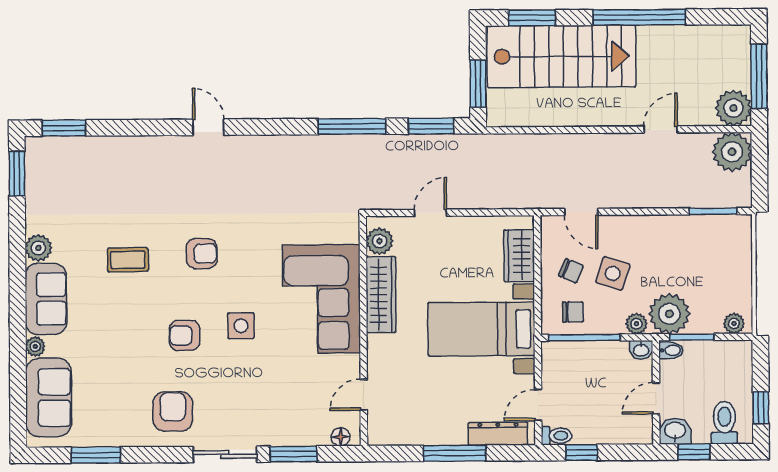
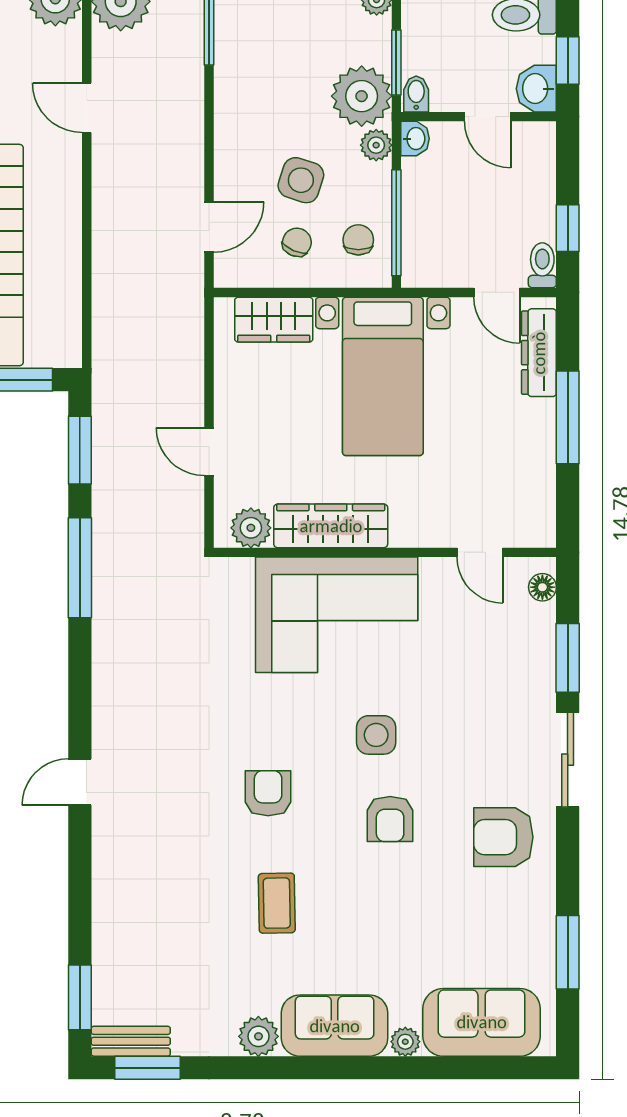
bench: (35, 162) -> (131, 1041), added

